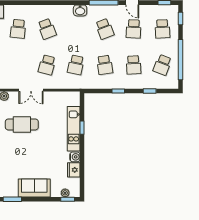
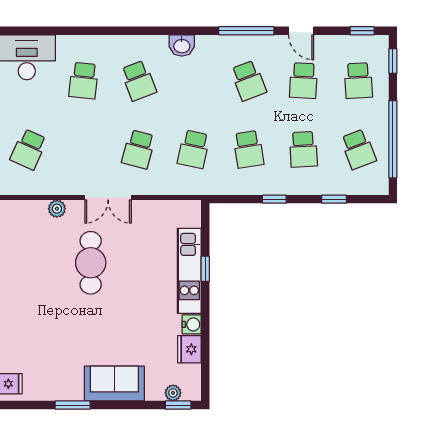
washbasin: (80, 10) -> (182, 46), moved
school desk: (162, 65) -> (358, 149), turned -42
cafe table: (22, 124) -> (91, 263), turned 90

